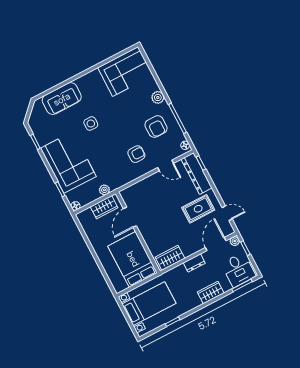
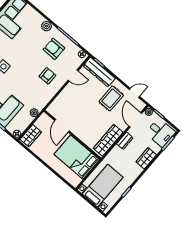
armchair: (156, 127) -> (54, 49), turned 180
wardrobe: (104, 207) -> (31, 136), moved
wardrobe: (170, 258) -> (108, 140), width x1.50

